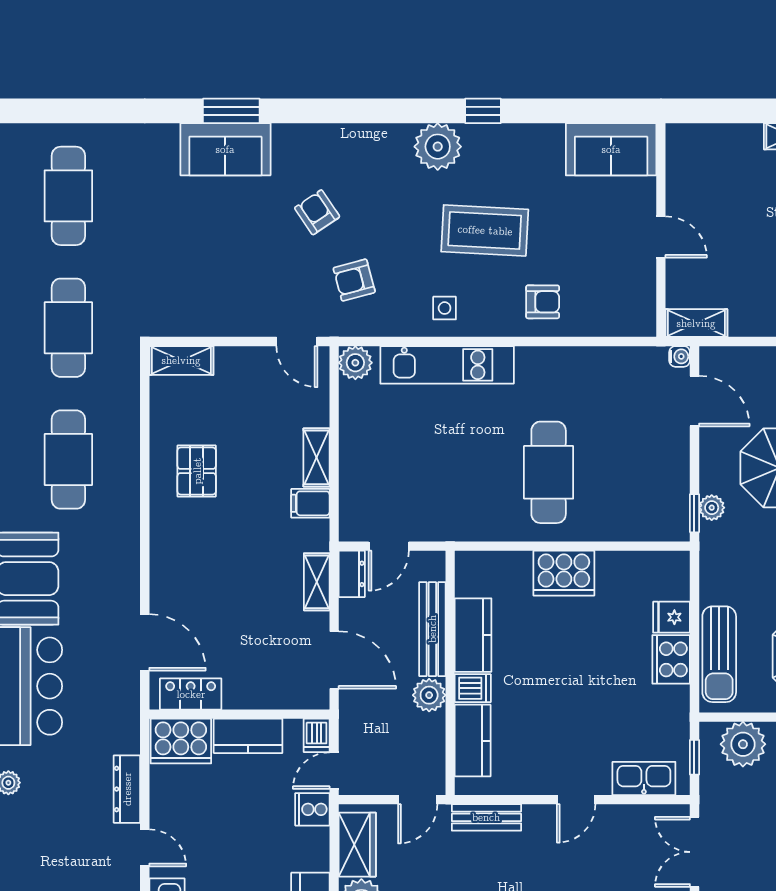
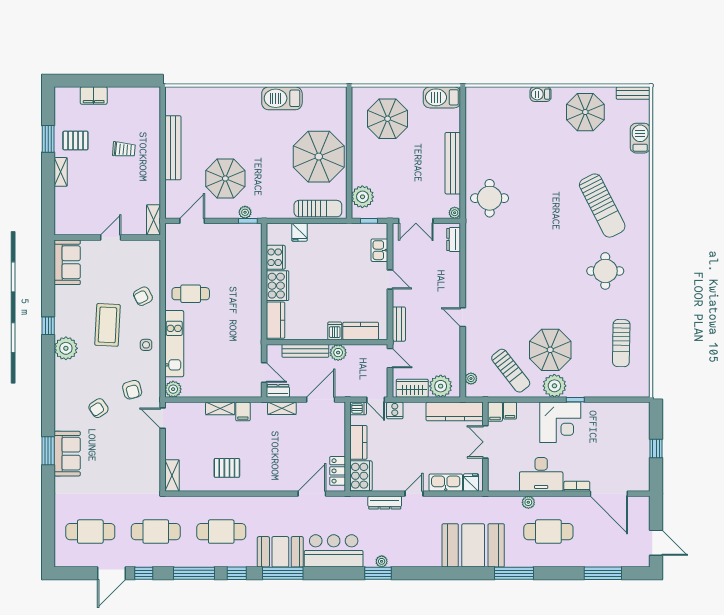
armchair: (543, 302) -> (143, 296), turned -117
door: (297, 341) -> (163, 418), swing flipped
water cooler: (680, 356) -> (170, 228), removed
cafe table: (549, 472) -> (191, 294), moved, width x0.73, depth x0.74
kitchen counter: (473, 635) -> (276, 320), moved, turned 90
cooker: (671, 659) -> (276, 257), moved, turned -90
kitchen sink: (644, 778) -> (379, 250), width x0.73

